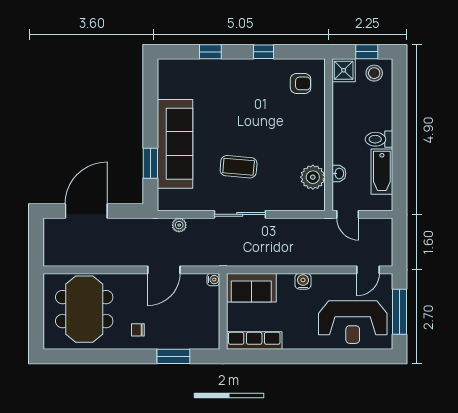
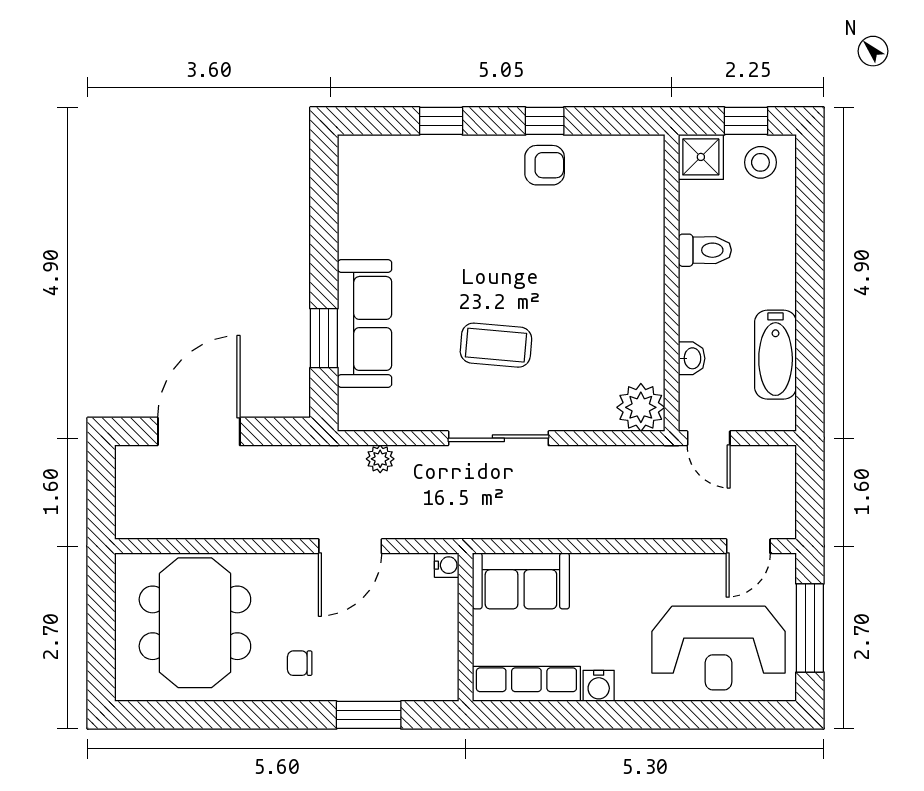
armchair: (301, 83) -> (545, 165), moved
toilet: (379, 139) -> (705, 250), moved, turned 180
sofa: (175, 144) -> (365, 323), width x0.74, depth x0.79
plant: (313, 177) -> (641, 407), moved
water cooler: (303, 281) -> (599, 686), moved, turned 180

